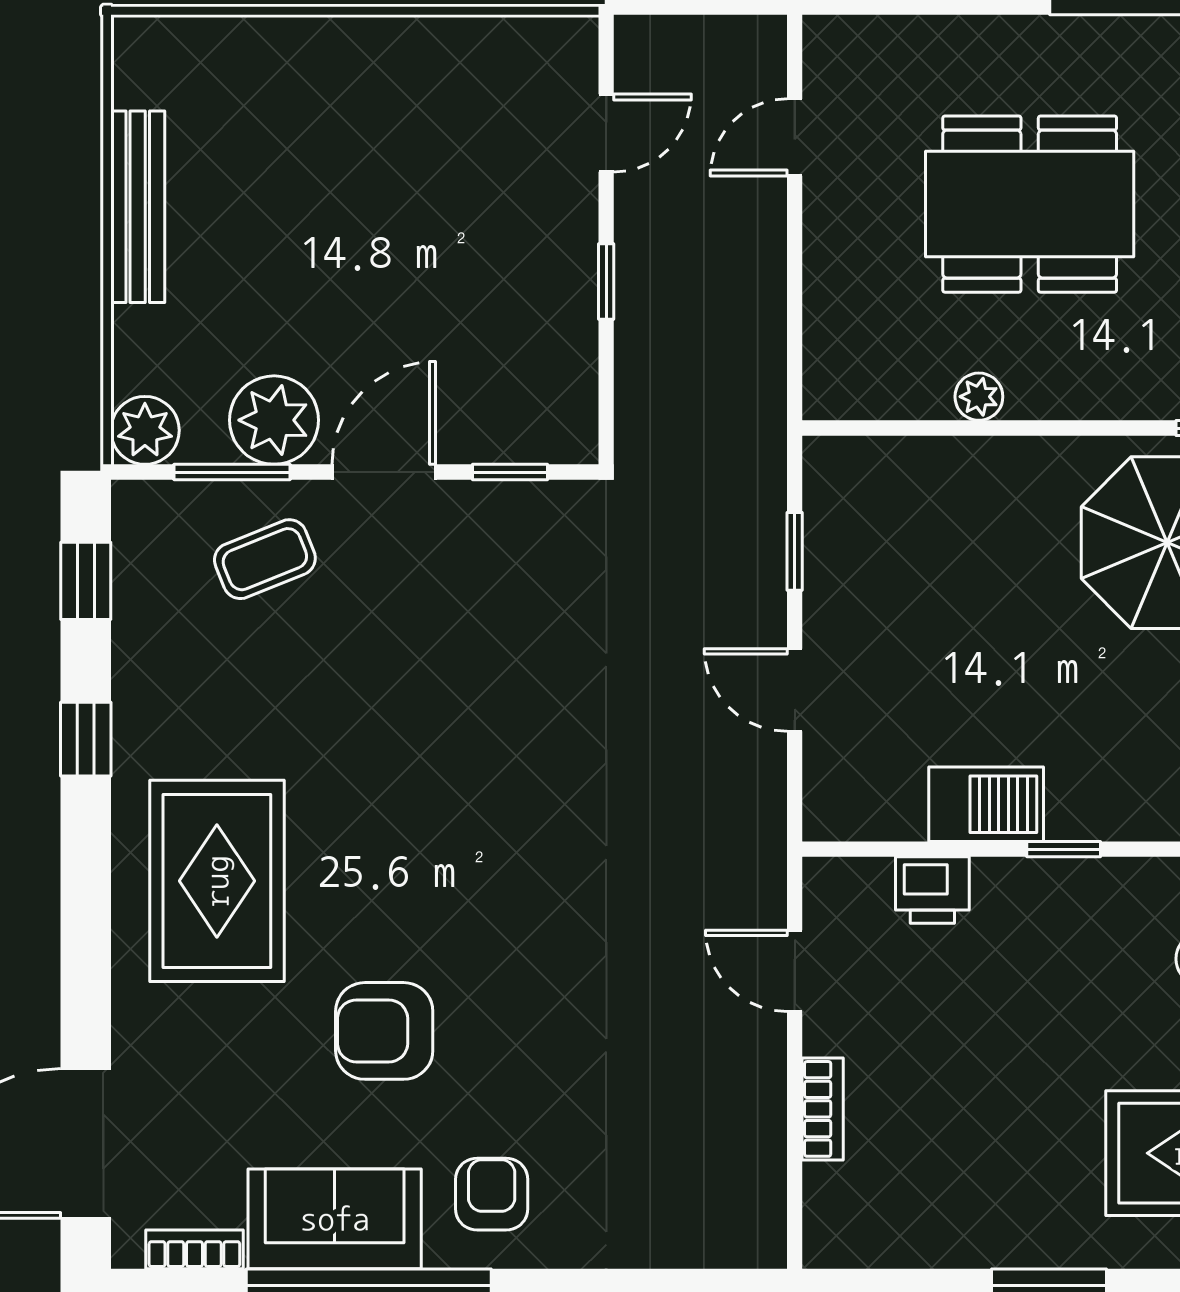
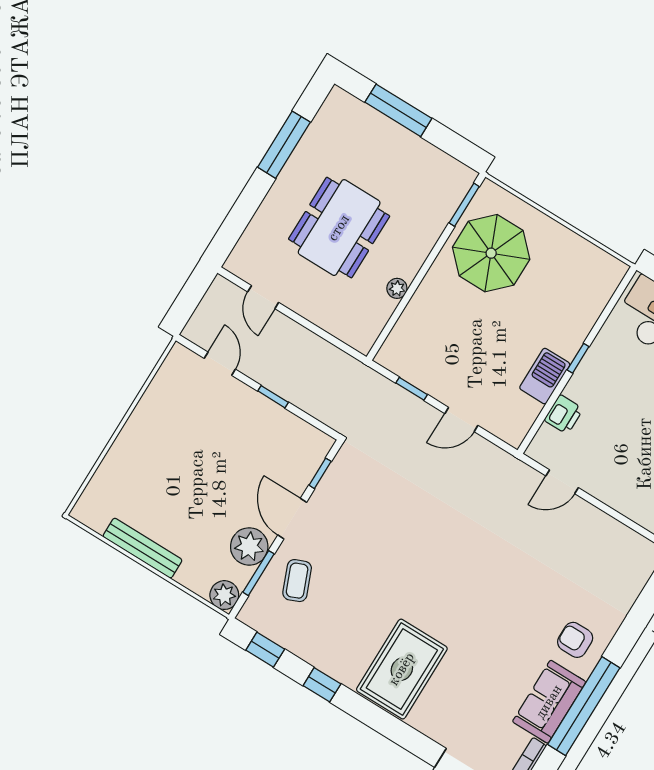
rug: (217, 881) -> (402, 669), turned 90
armchair: (384, 1031) -> (493, 642), removed
bookcase: (823, 1109) -> (618, 502), removed

